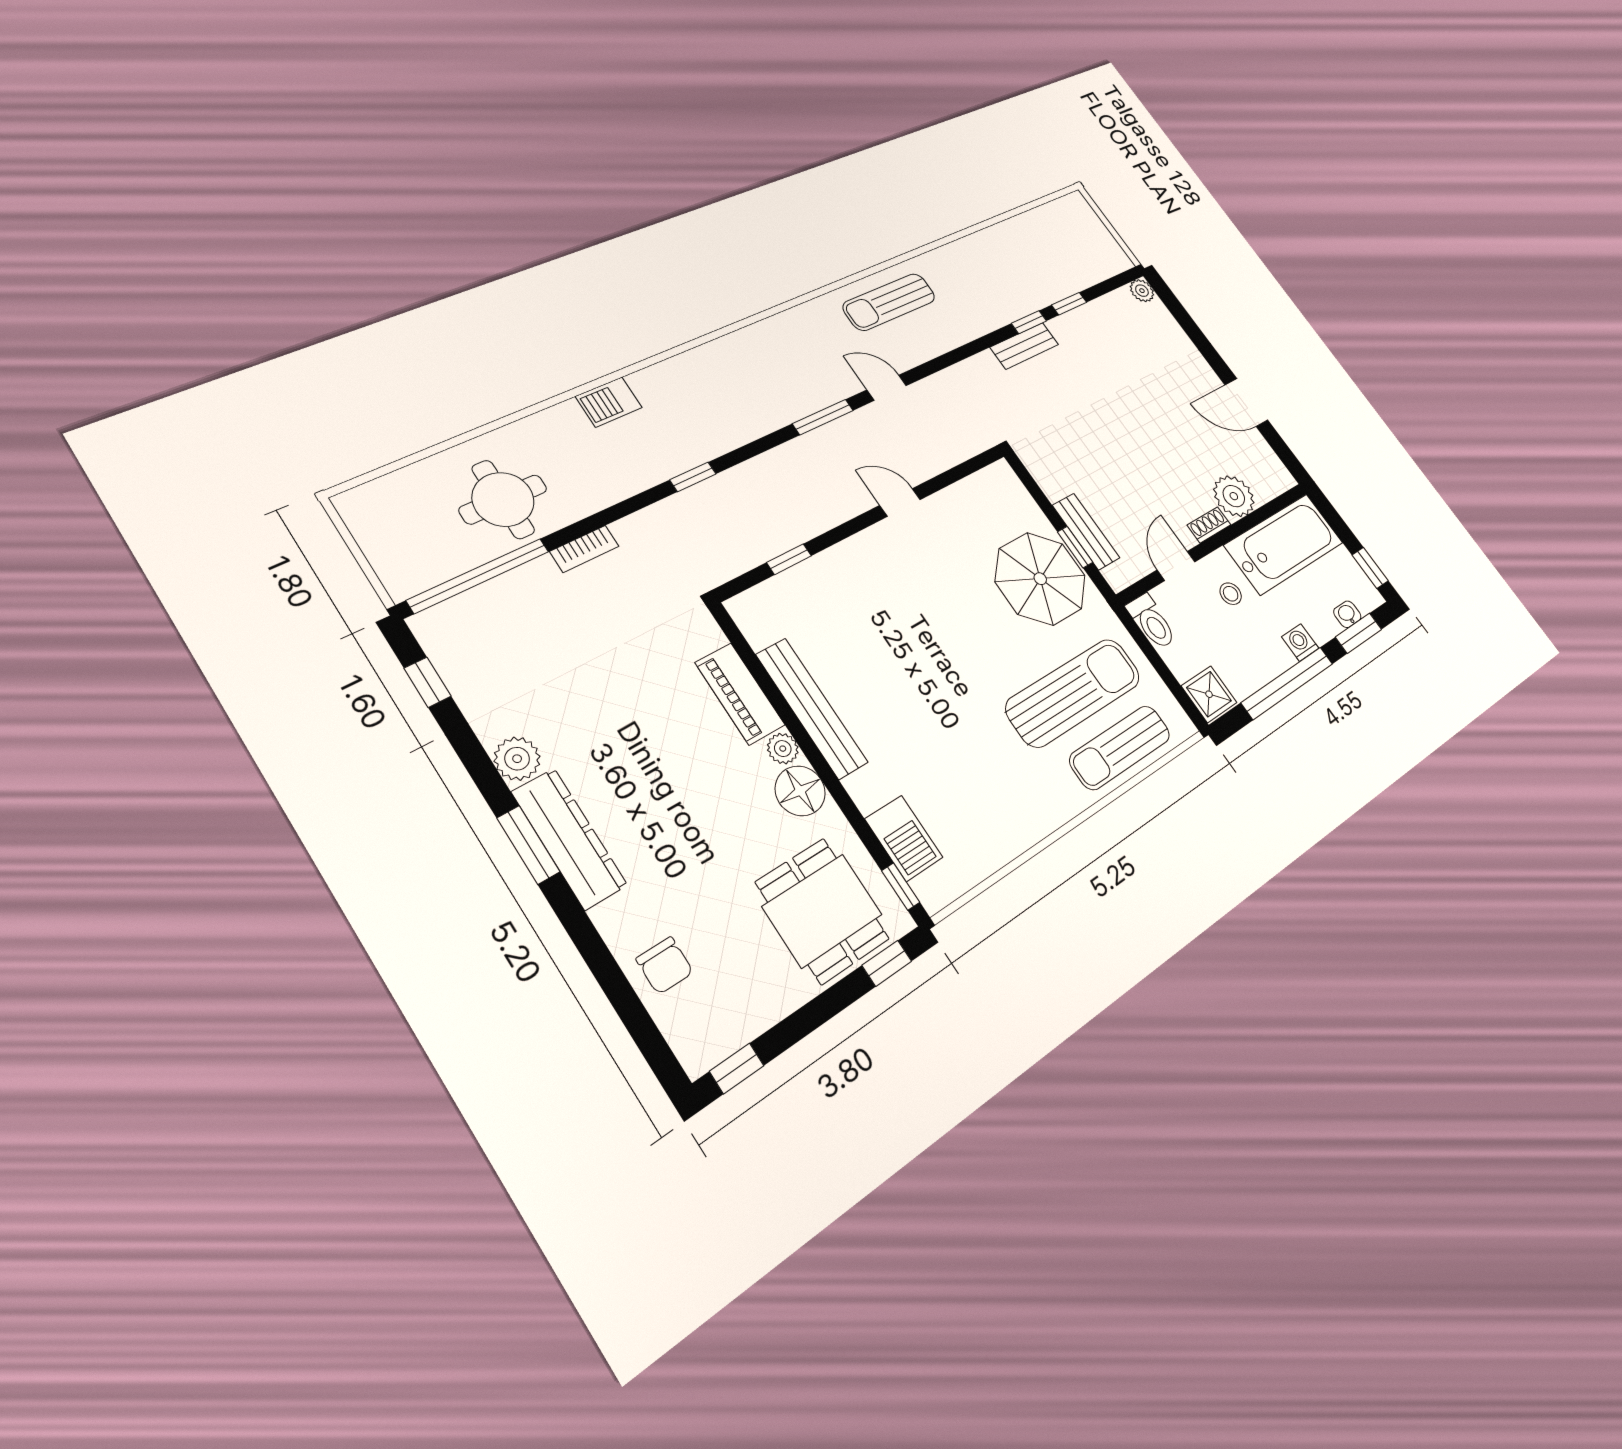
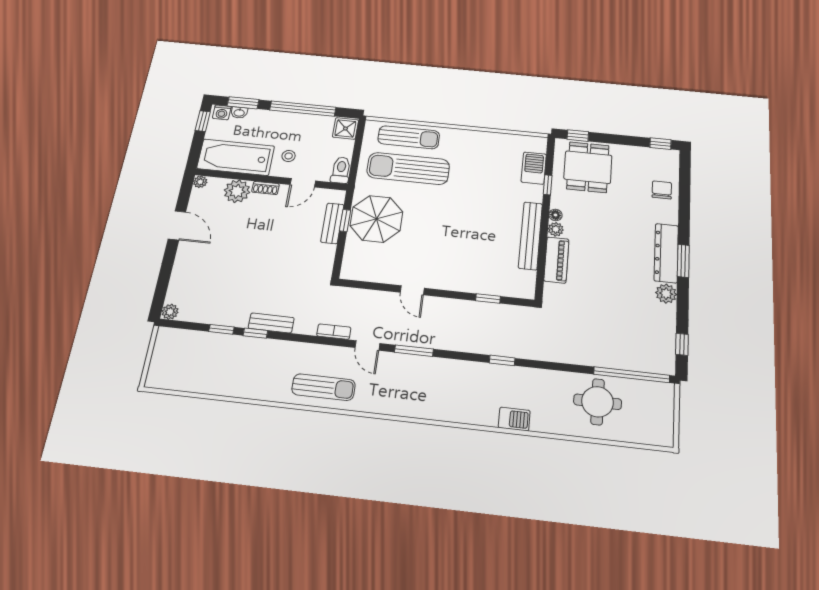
plant: (1284, 479) -> (200, 182), added
bookcase: (584, 549) -> (334, 332), moved
washing machine: (1300, 643) -> (222, 112), moved
floor lamp: (800, 791) -> (555, 215), width x0.53, depth x0.53
window: (901, 887) -> (548, 185), moved

